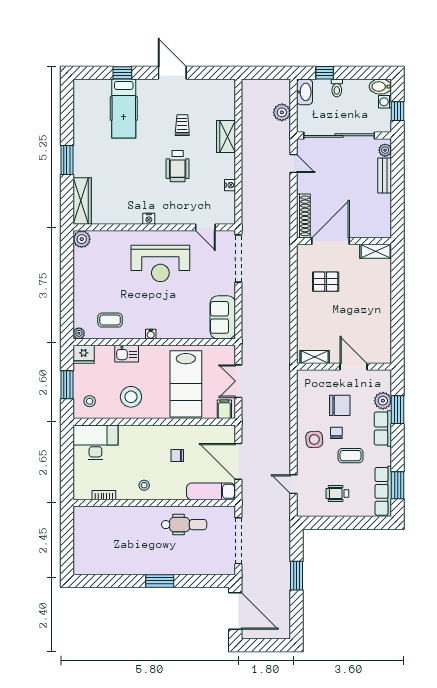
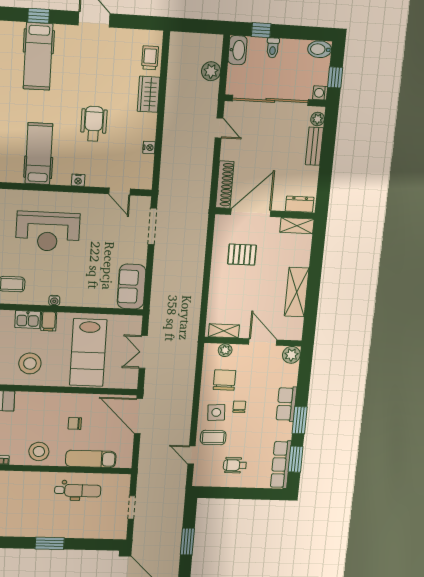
washing machine: (385, 102) -> (320, 93), moved
trolley: (182, 125) -> (150, 58), moved
wheelchair: (178, 166) -> (94, 124), turned 180
hospital bed: (129, 196) -> (39, 154), added
nightstand: (149, 219) -> (78, 180), moved
dresser: (376, 231) -> (300, 204), added
doorway: (238, 259) -> (152, 226), width x0.73
reception desk: (160, 263) -> (48, 231), moved
shelving: (382, 316) -> (297, 292), added
plant: (318, 376) -> (225, 350), added
plant: (383, 401) -> (291, 355), moved
chair: (340, 405) -> (224, 380), moved, turned -90
filing cabinet: (224, 409) -> (49, 321), moved, turned 180
window: (398, 410) -> (300, 420), moved
coffee table: (351, 456) -> (213, 437), moved
door: (238, 461) -> (138, 416), moved
stool: (144, 485) -> (39, 451), width x1.89, depth x1.89
exam couch: (211, 491) -> (91, 459), moved
doorway: (238, 541) -> (132, 507), width x0.53

